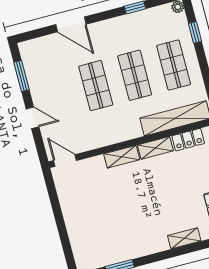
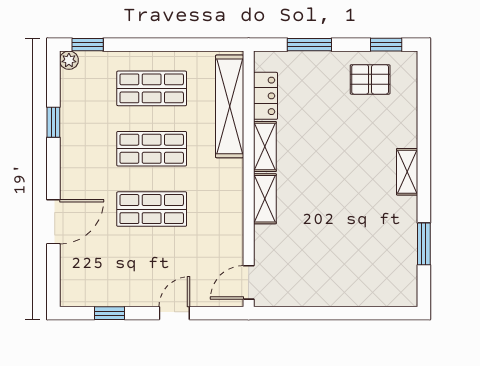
window: (195, 32) -> (88, 45), moved
window: (22, 76) -> (109, 313), width x0.67
shelving: (184, 238) -> (407, 172), moved

